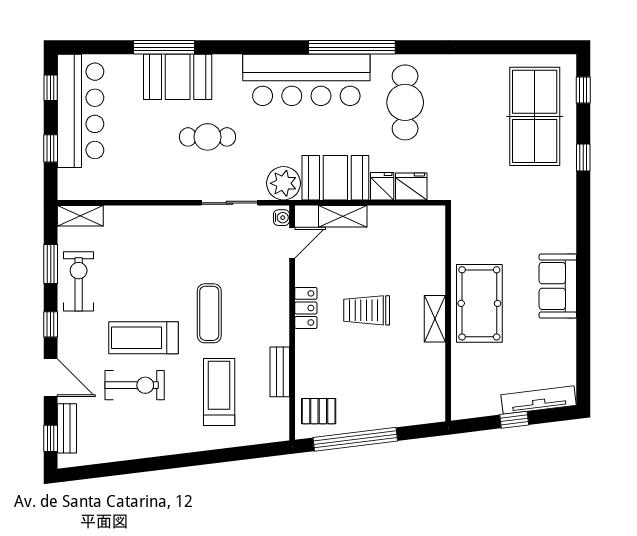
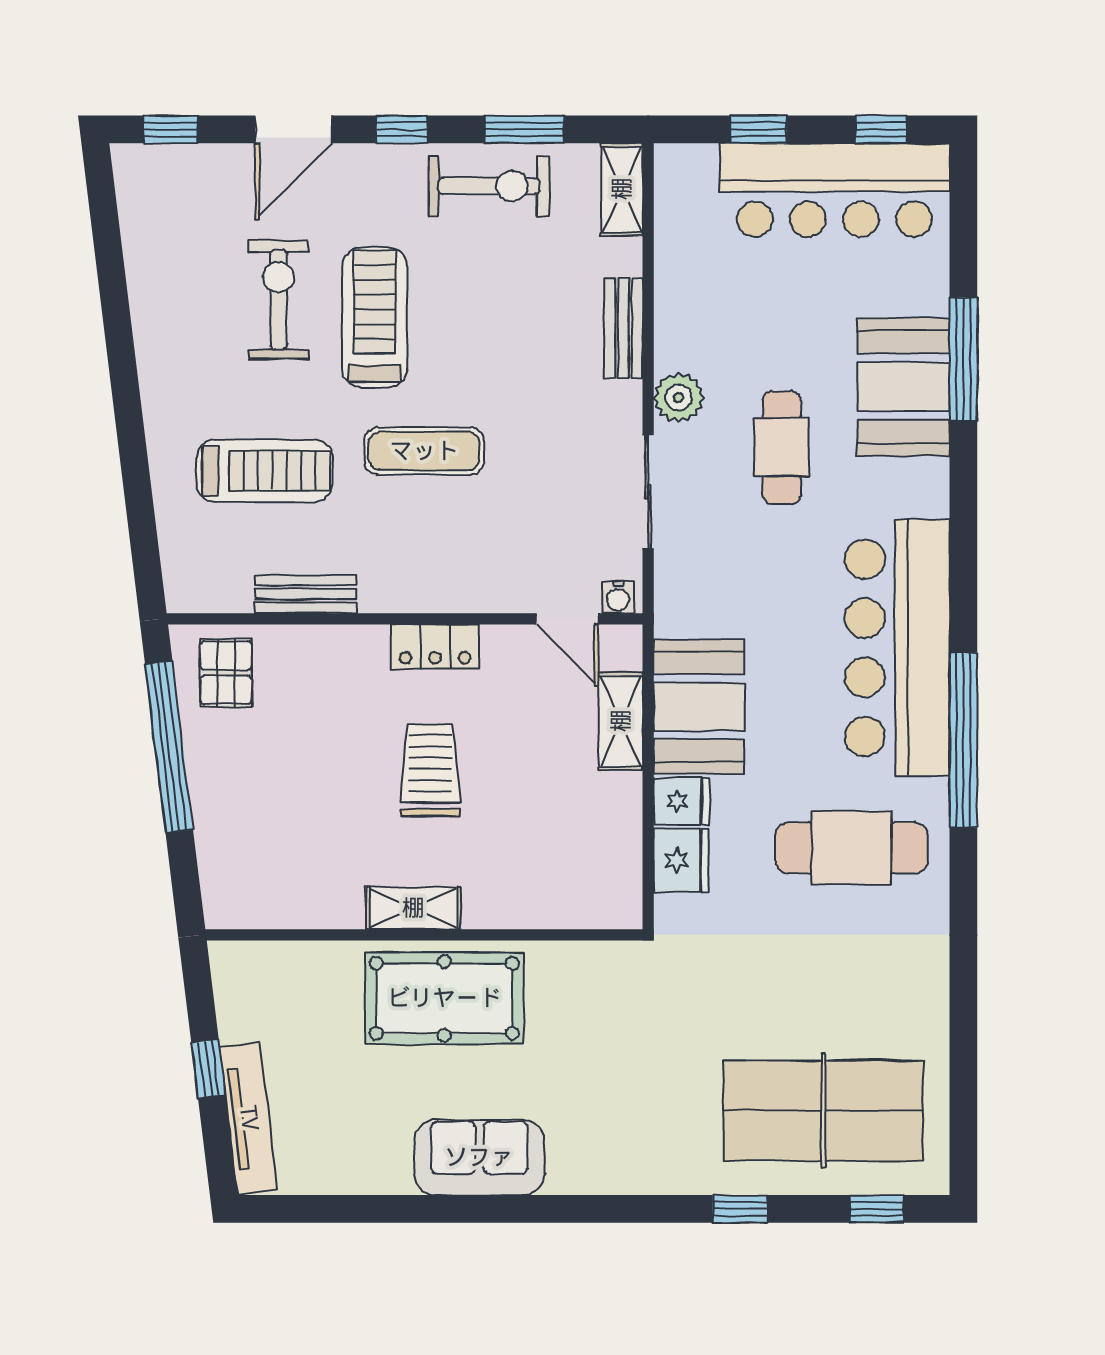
plant: (284, 183) -> (679, 397), moved, width x0.73, depth x0.73
exercise bike: (135, 385) -> (278, 300), turned 180
bench: (67, 428) -> (624, 328), moved, turned 90

